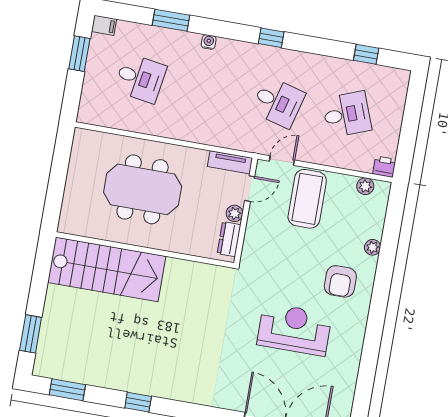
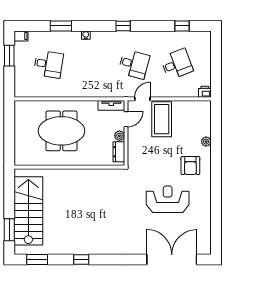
plant: (365, 186) -> (195, 106), removed
stairs: (107, 269) -> (28, 211), moved, turned -90

